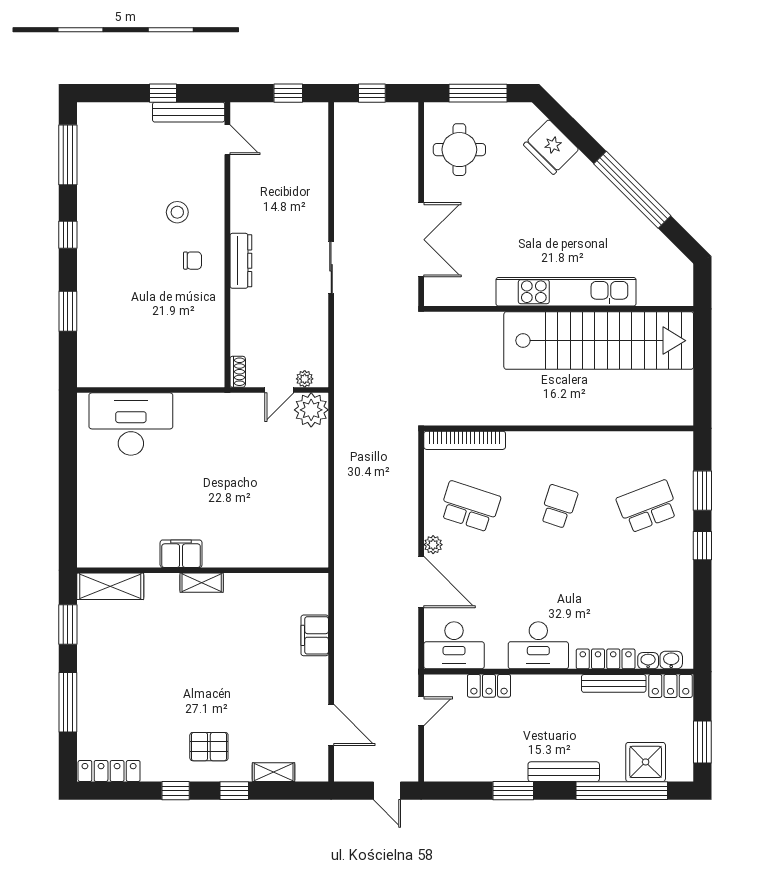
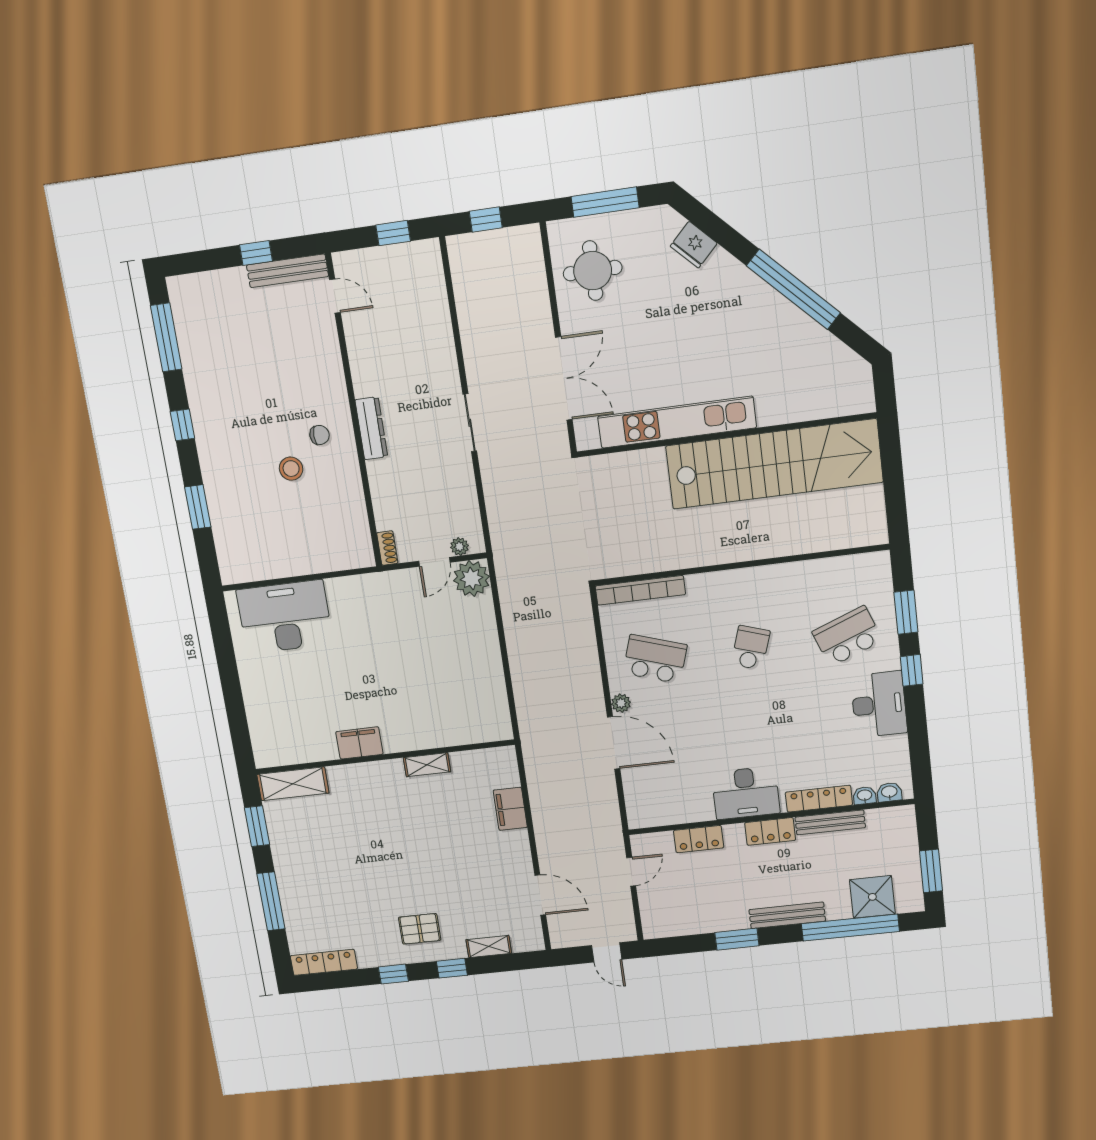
fridge: (551, 147) -> (694, 245), width x0.73, depth x0.75
stool: (177, 212) -> (291, 469), moved
kitchen unit: (566, 292) -> (677, 422), moved
shelving: (202, 583) -> (427, 765), moved
desk: (454, 645) -> (879, 704), moved, turned -90
locker: (671, 686) -> (770, 831), moved

